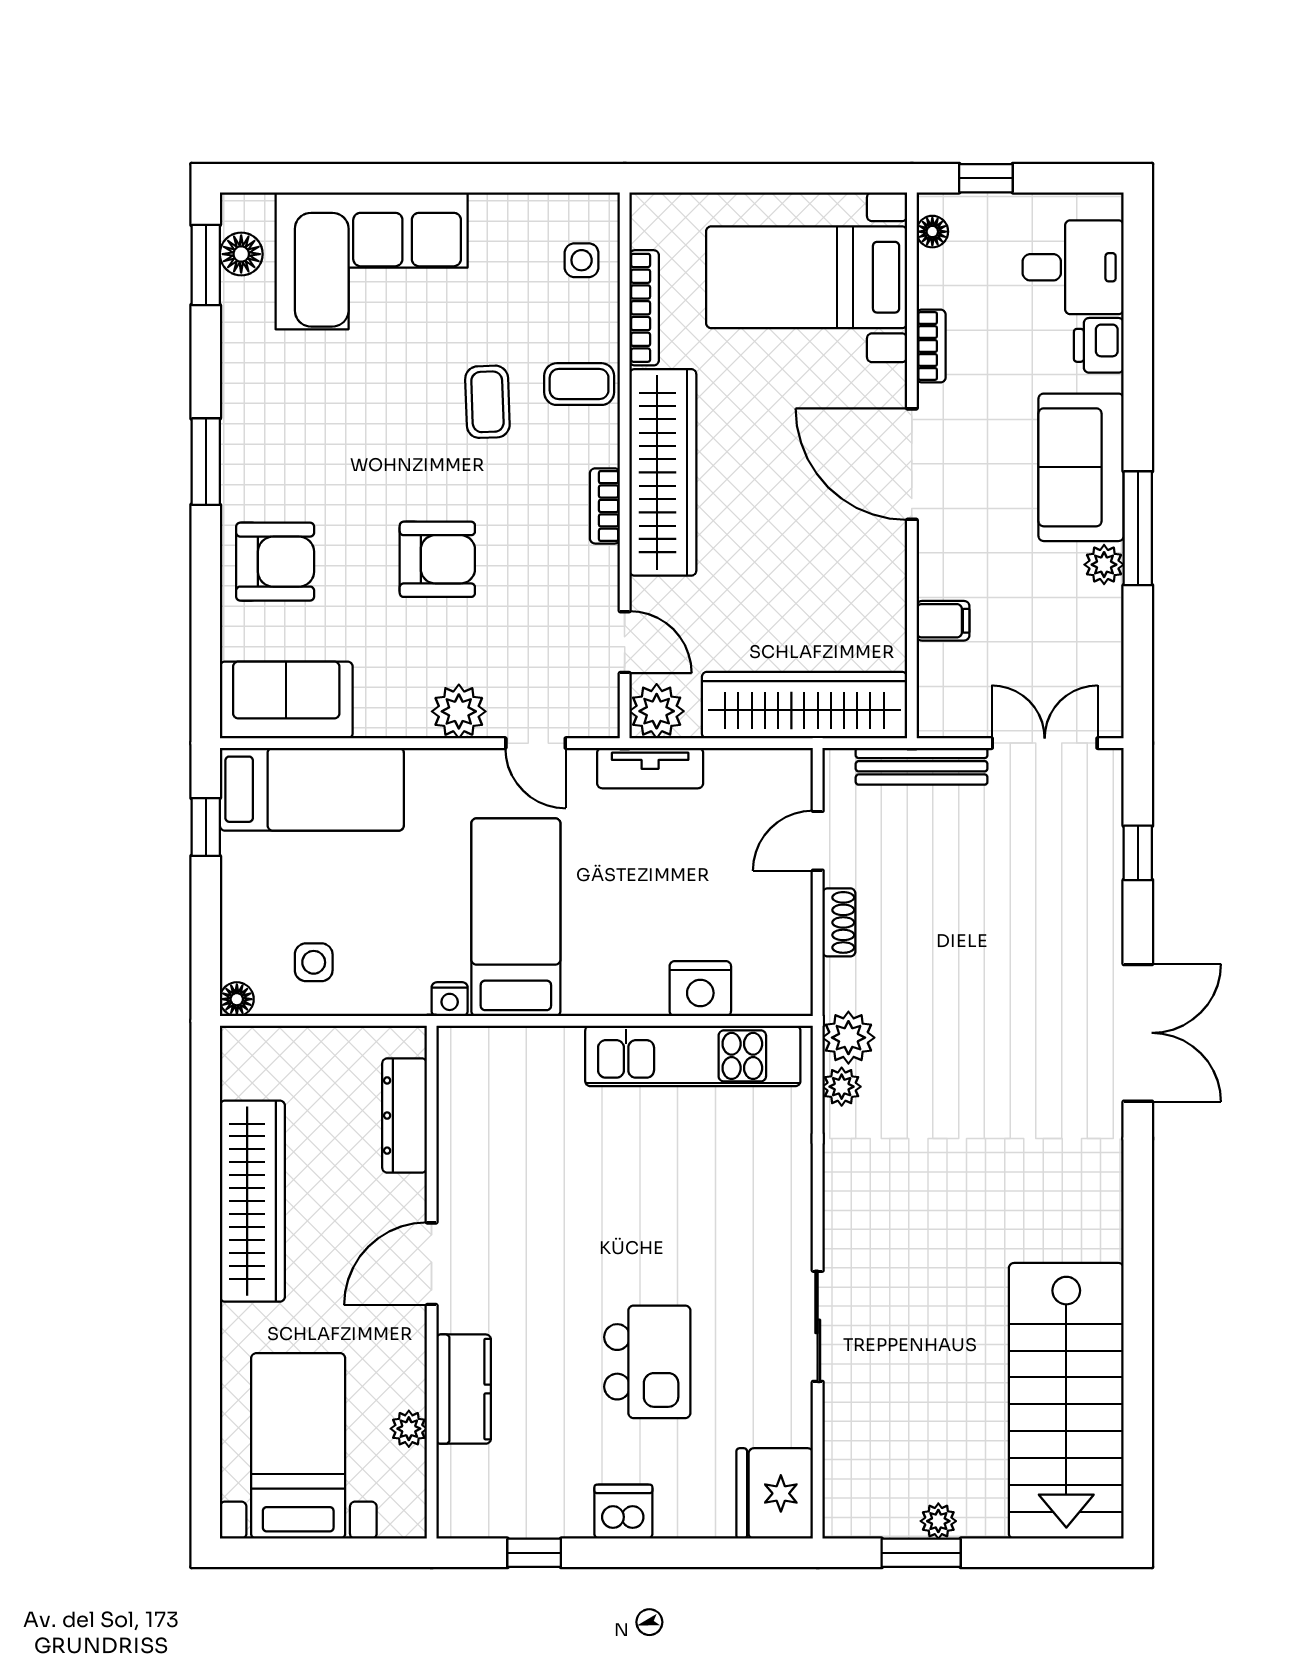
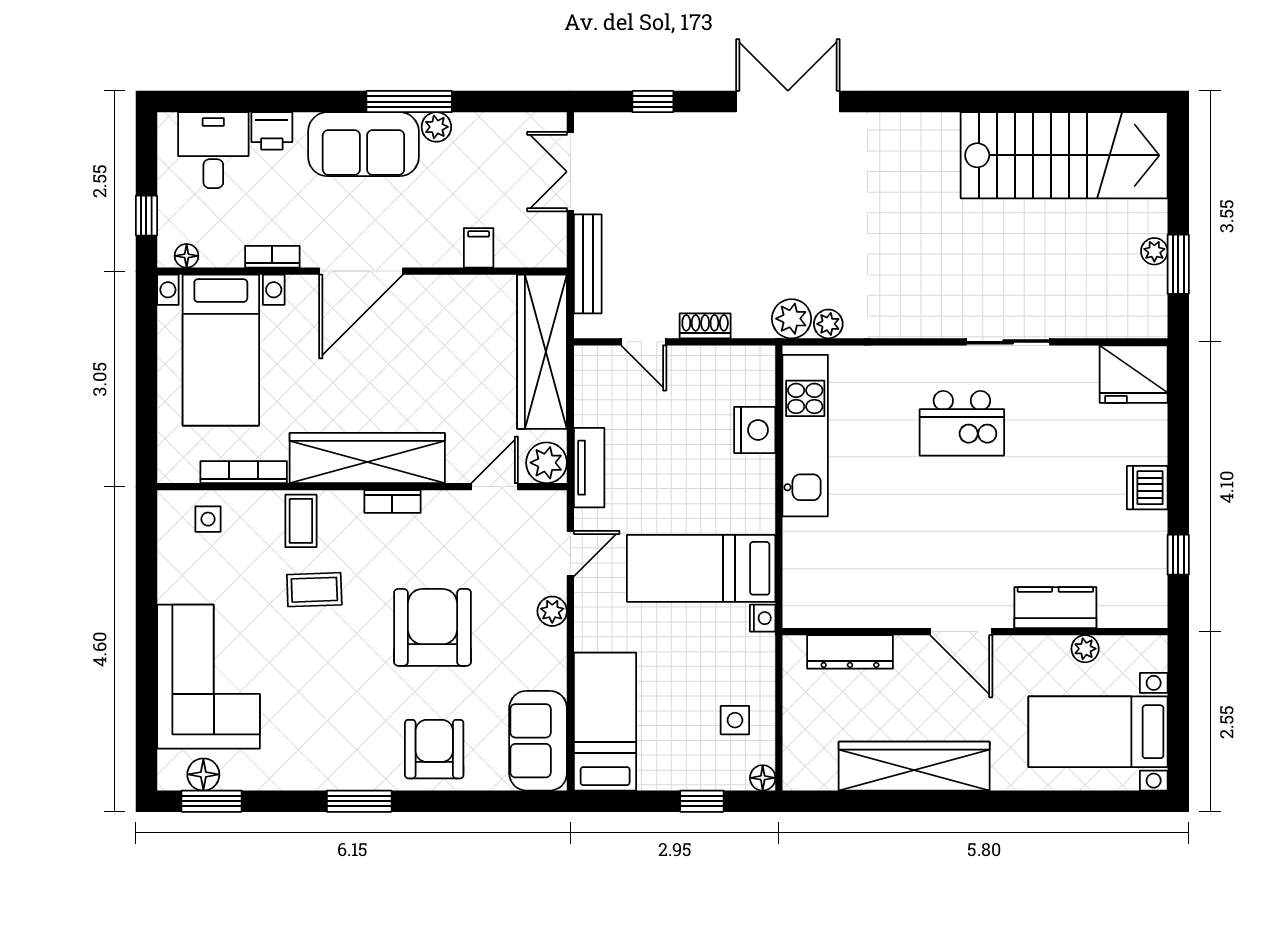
armchair: (437, 559) -> (433, 627), width x1.36, depth x1.36
plant: (459, 711) -> (552, 611), width x0.73, depth x0.73
window: (206, 827) -> (702, 801), moved
kitchen island: (647, 1362) -> (962, 423), moved, turned 180

